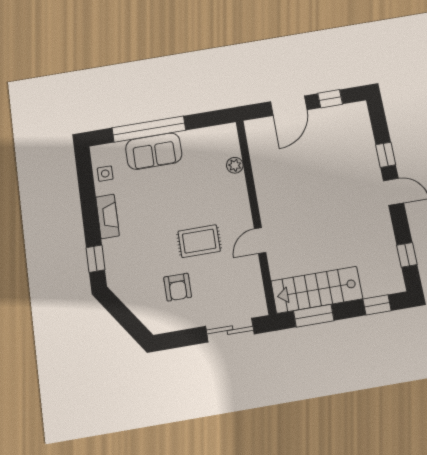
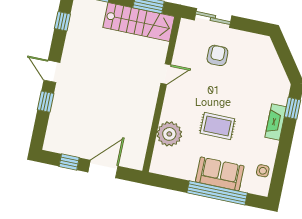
plant: (235, 165) -> (169, 134), width x1.87, depth x1.87
fireplace: (108, 216) -> (276, 122), moved
rug: (199, 241) -> (217, 126), moved
armchair: (178, 287) -> (217, 55), moved

